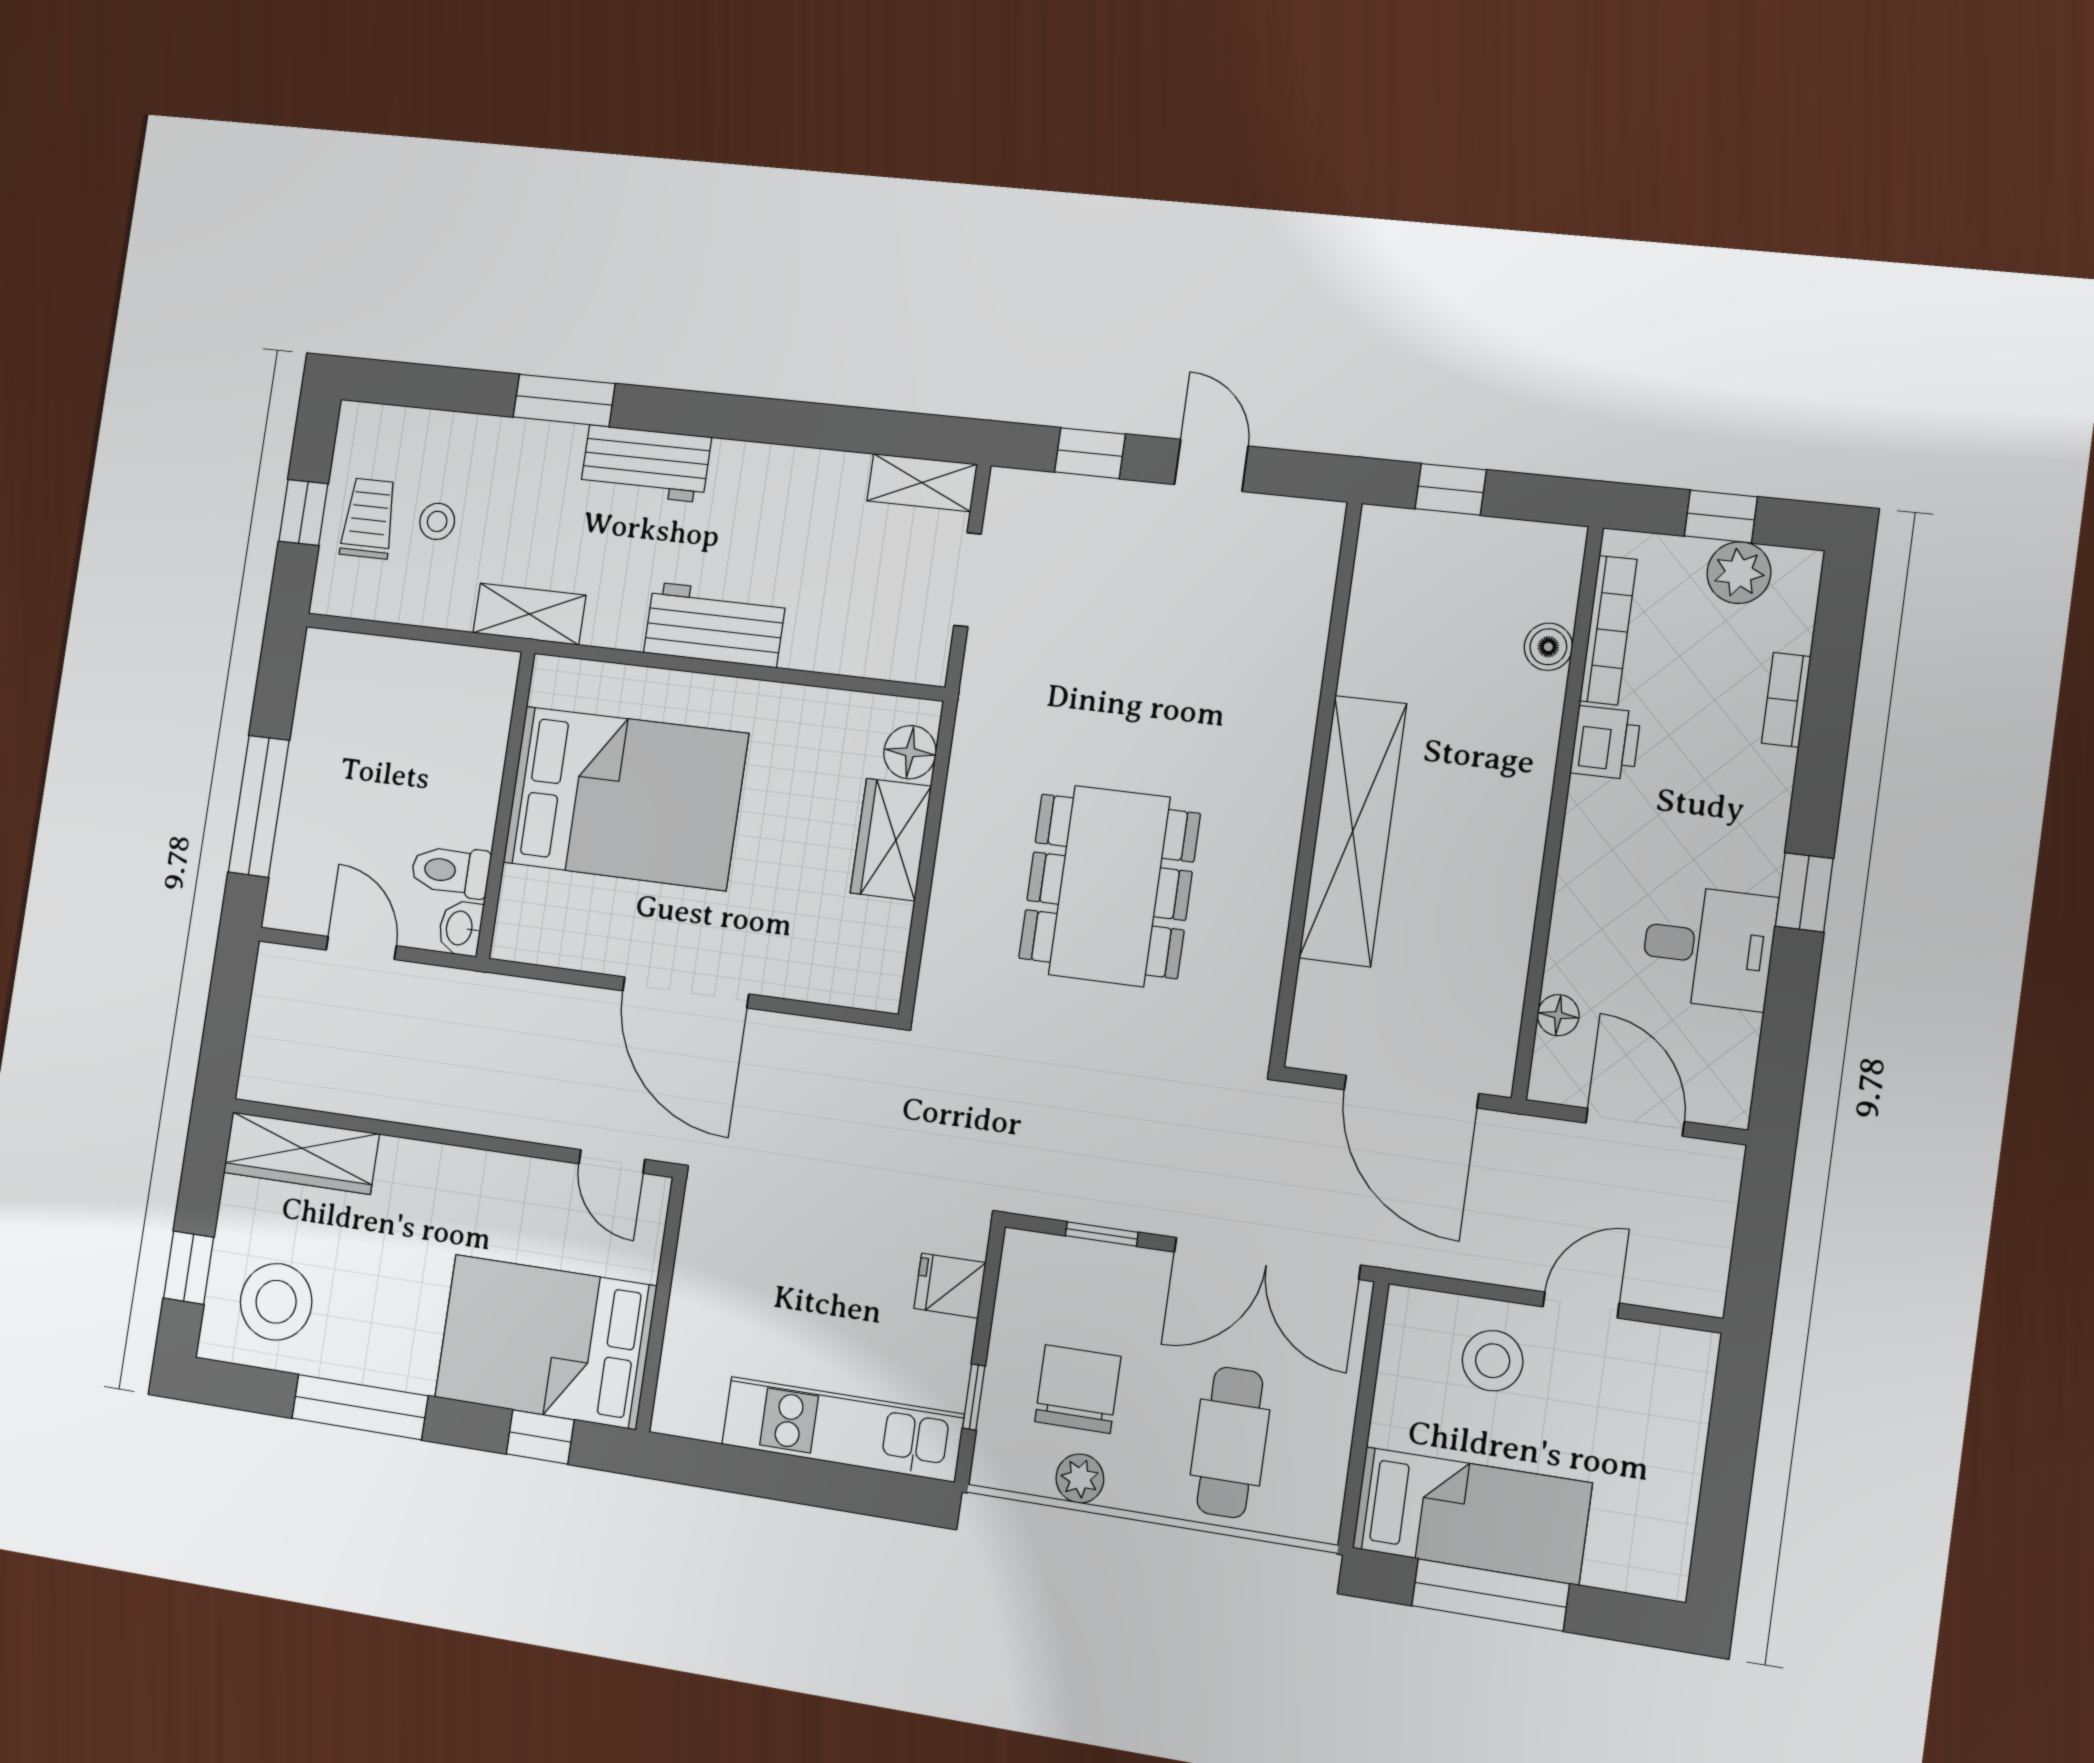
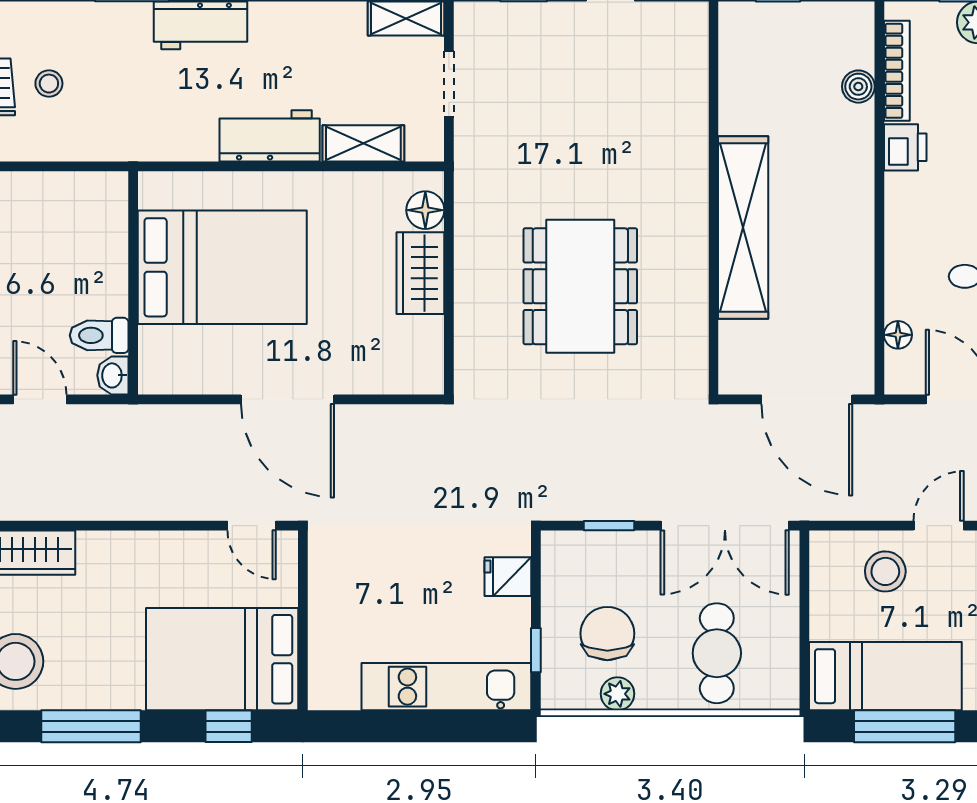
shelving: (529, 614) -> (363, 143), moved

